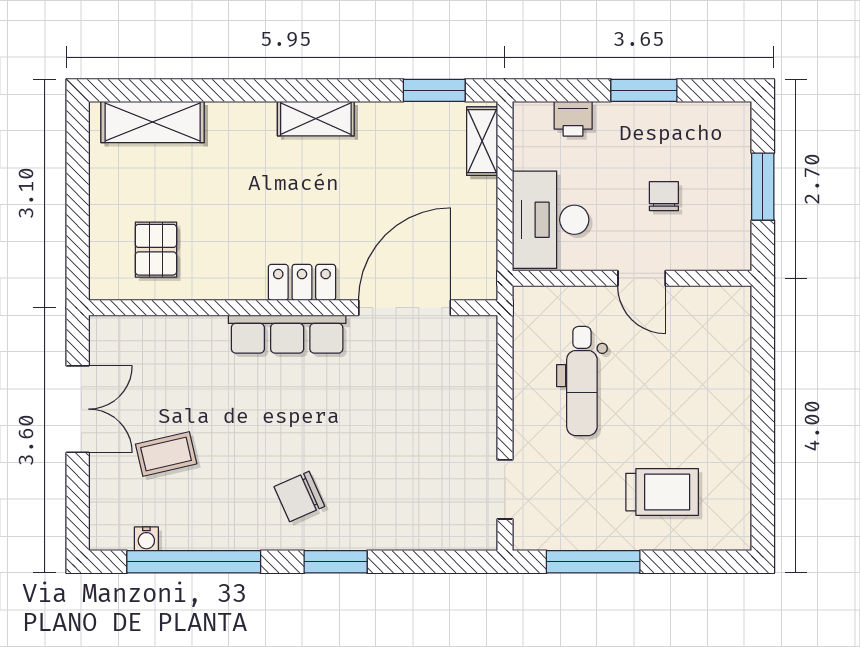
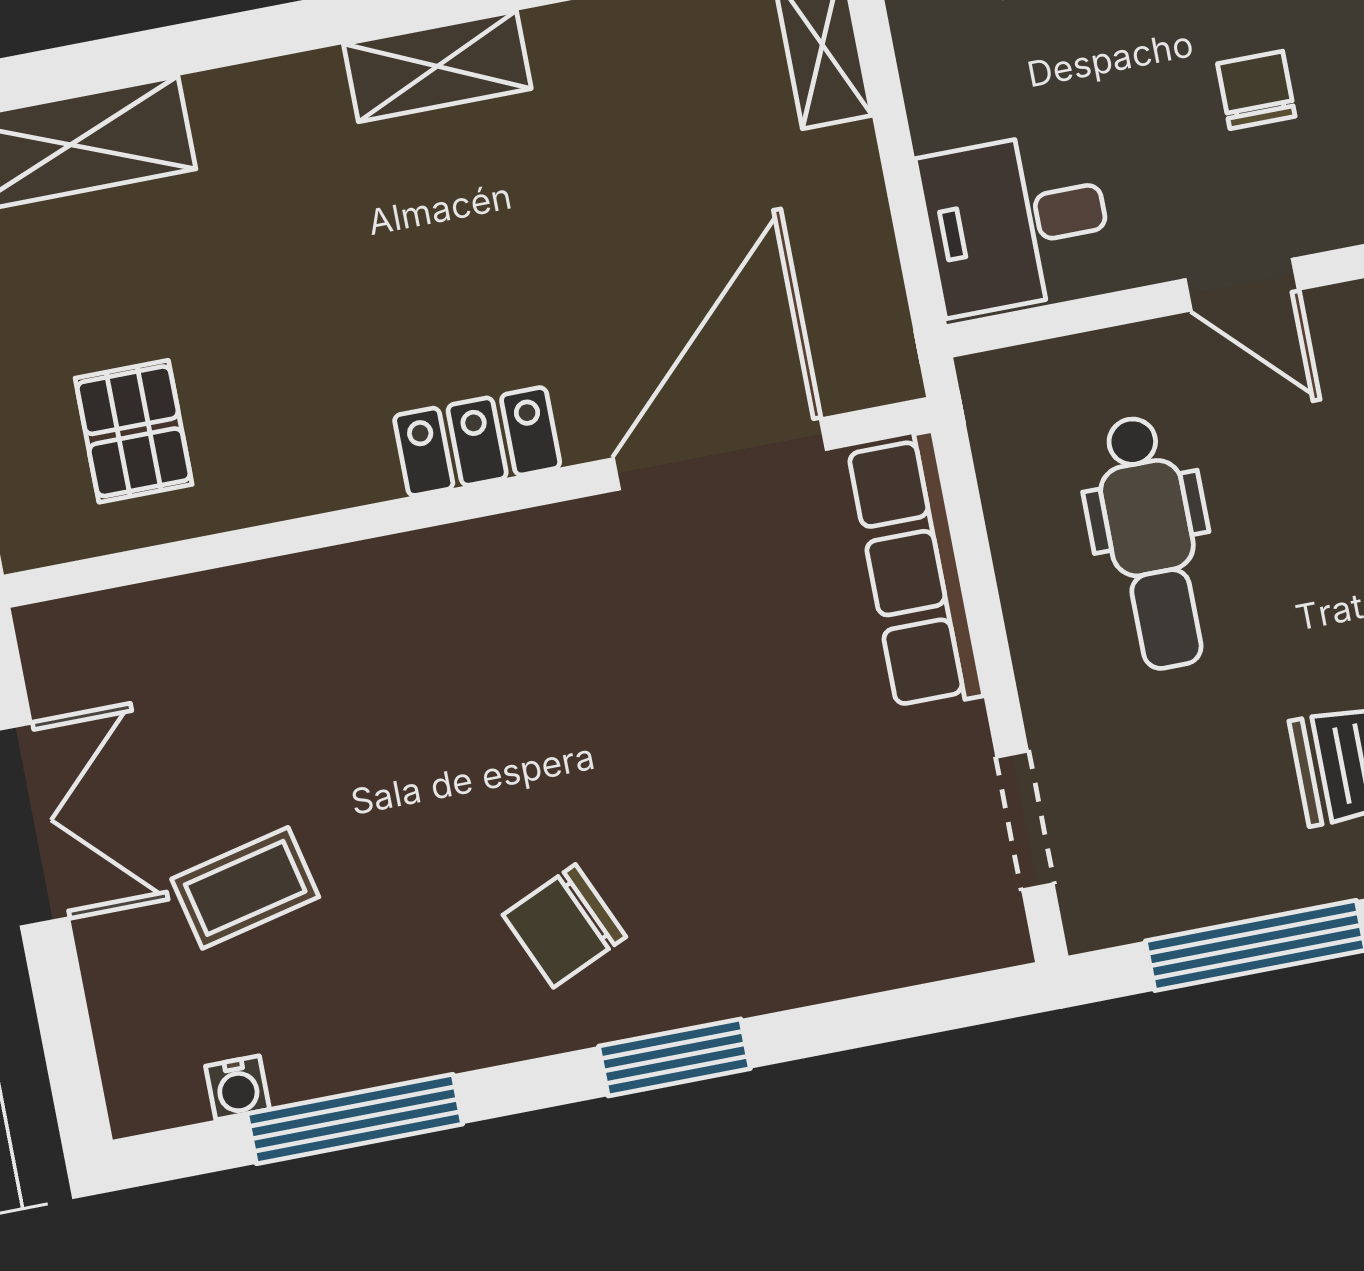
desk: (551, 220) -> (1017, 222), width x0.73
row of seats: (287, 334) -> (915, 571), moved, turned 90
window: (194, 562) -> (355, 1119), width x0.68

